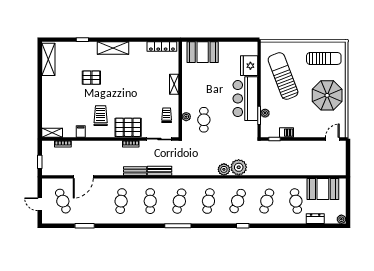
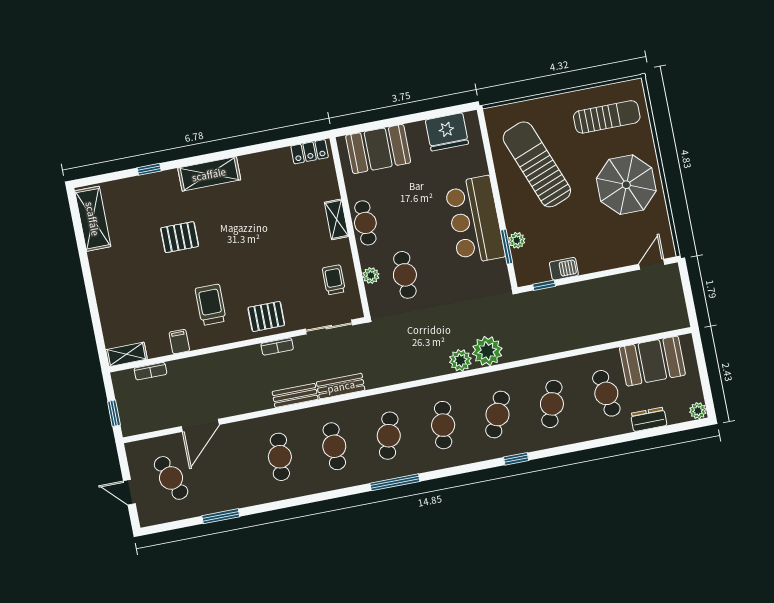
locker: (162, 47) -> (310, 152), width x0.66
fridge: (249, 66) -> (447, 132), moved, turned -90
cafe table: (189, 89) -> (365, 223), added
pallet: (128, 127) -> (266, 316), width x0.67, depth x0.71

